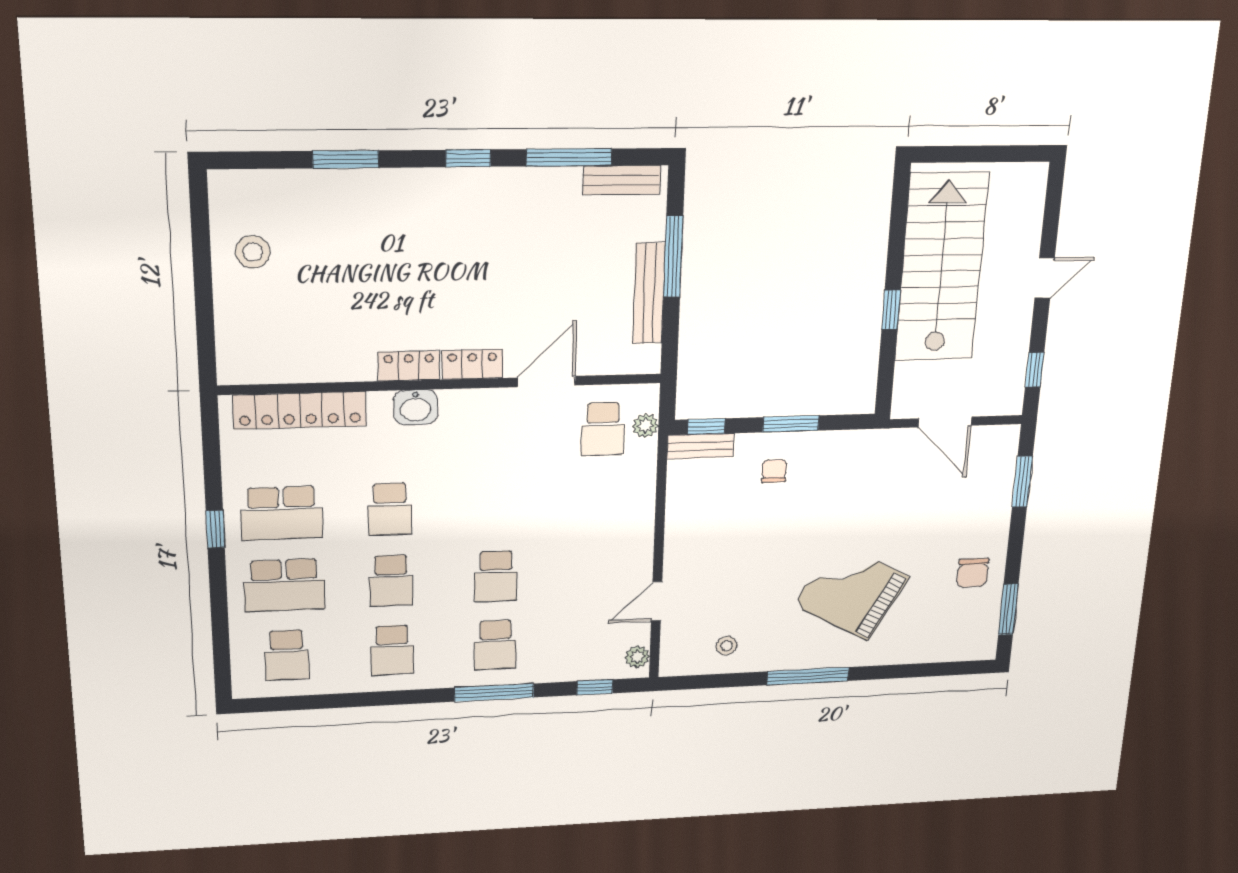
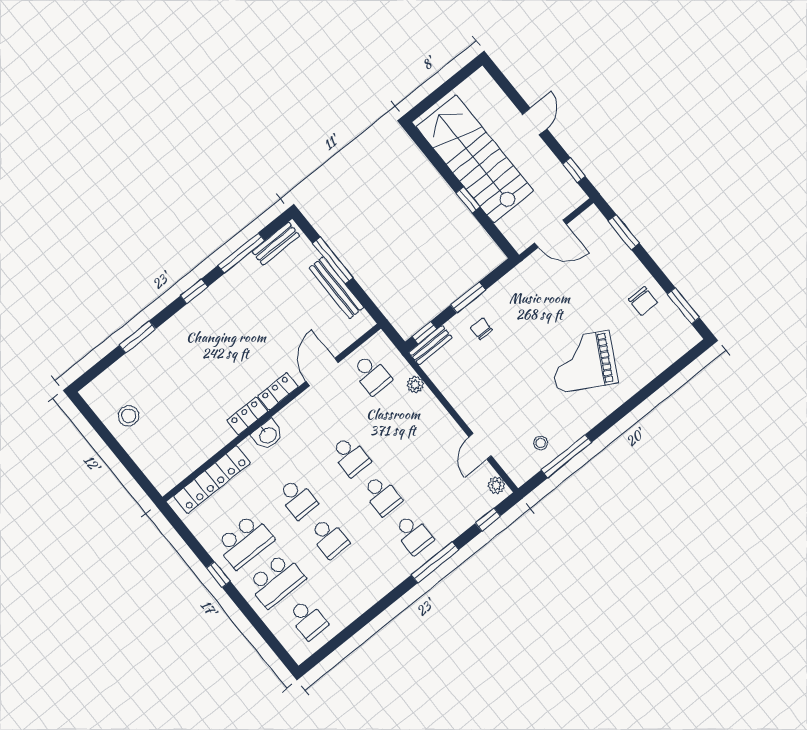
plant: (645, 426) -> (415, 385), moved
school desk: (392, 650) -> (350, 456), moved
window: (808, 676) -> (566, 456), moved

